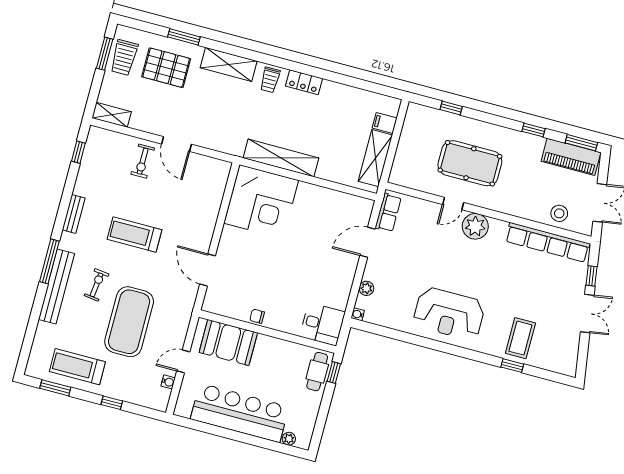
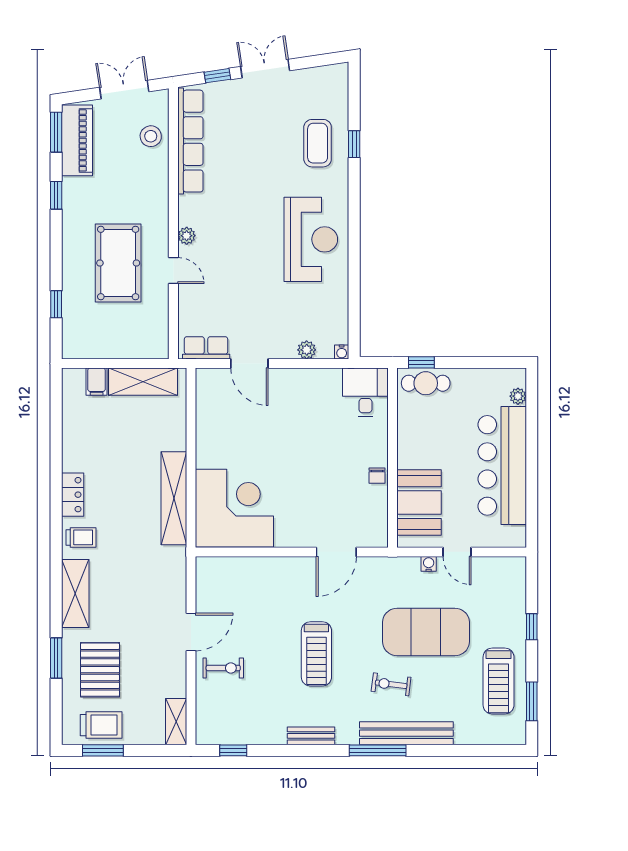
plant: (475, 226) -> (187, 236), width x0.53, depth x0.53
coffee table: (520, 338) -> (318, 143), turned 90
water cooler: (168, 382) -> (429, 564), moved

